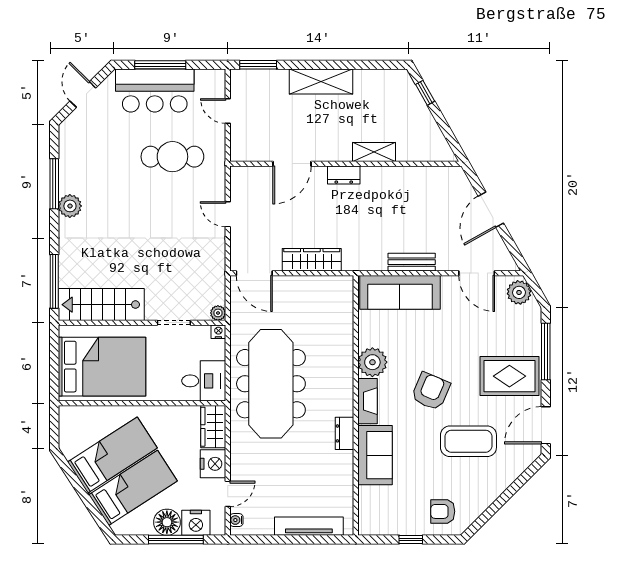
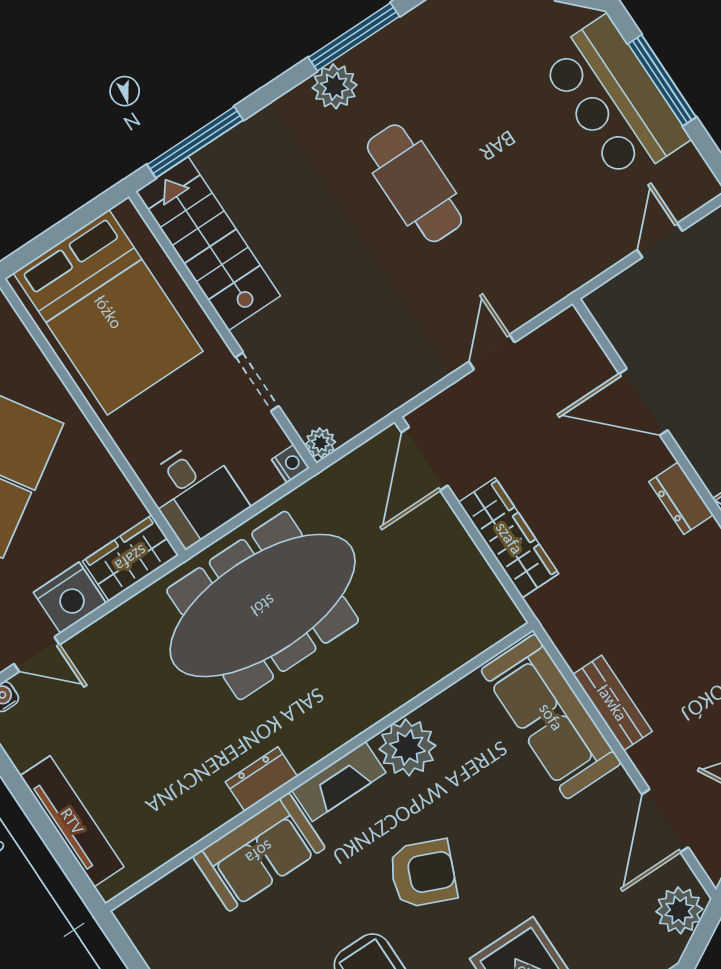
cafe table: (172, 157) -> (414, 183), moved

